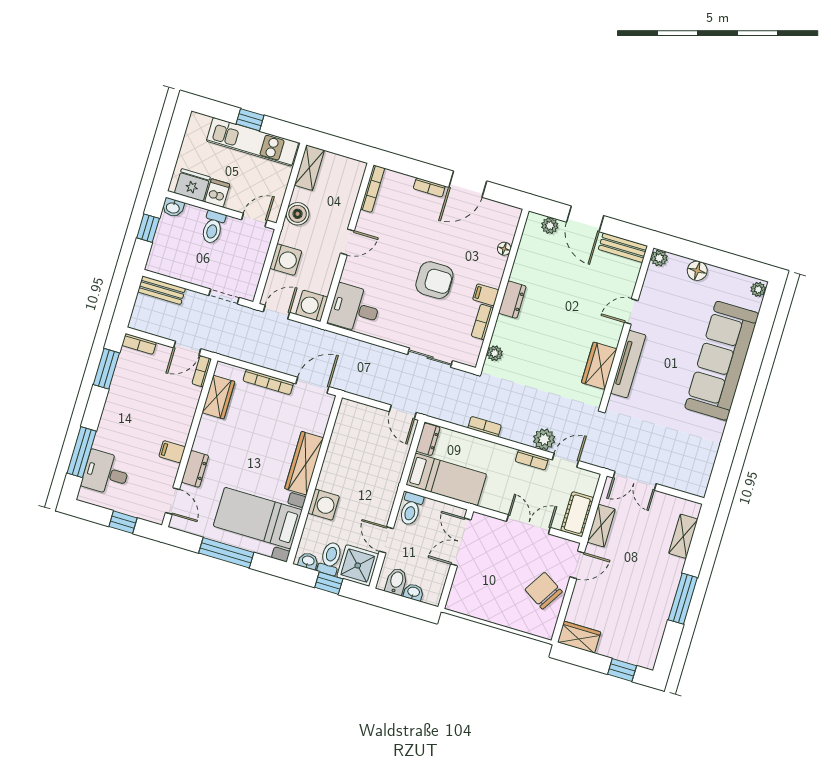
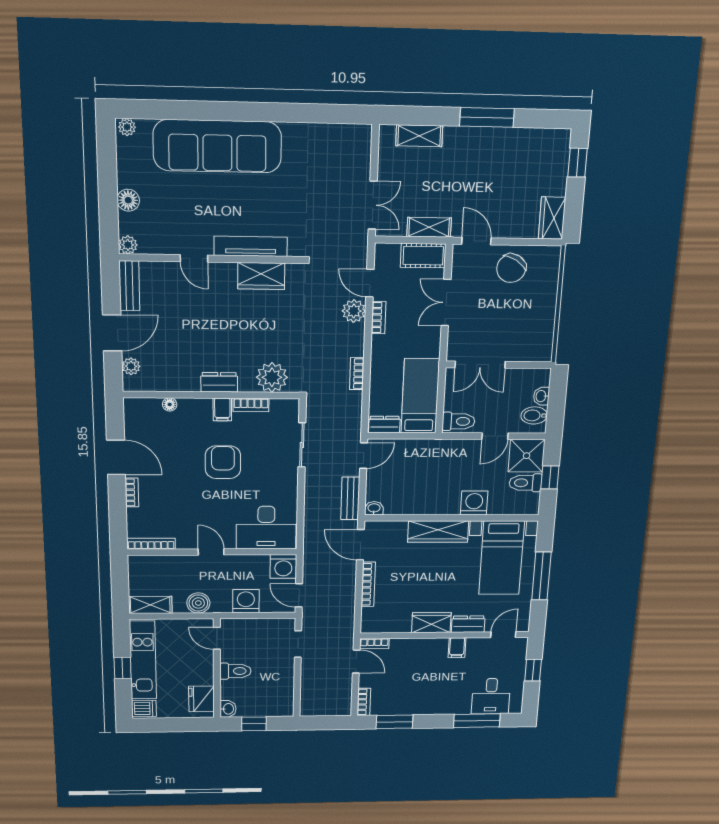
dishwasher: (217, 193) -> (144, 708), moved, turned 180
bench: (161, 290) -> (350, 498), moved
desk: (355, 309) -> (266, 528), width x1.37
plant: (495, 353) -> (272, 377), width x1.88, depth x1.88
wardrobe: (218, 397) -> (431, 623), moved
washbasin: (308, 561) -> (374, 508), moved, turned 90

